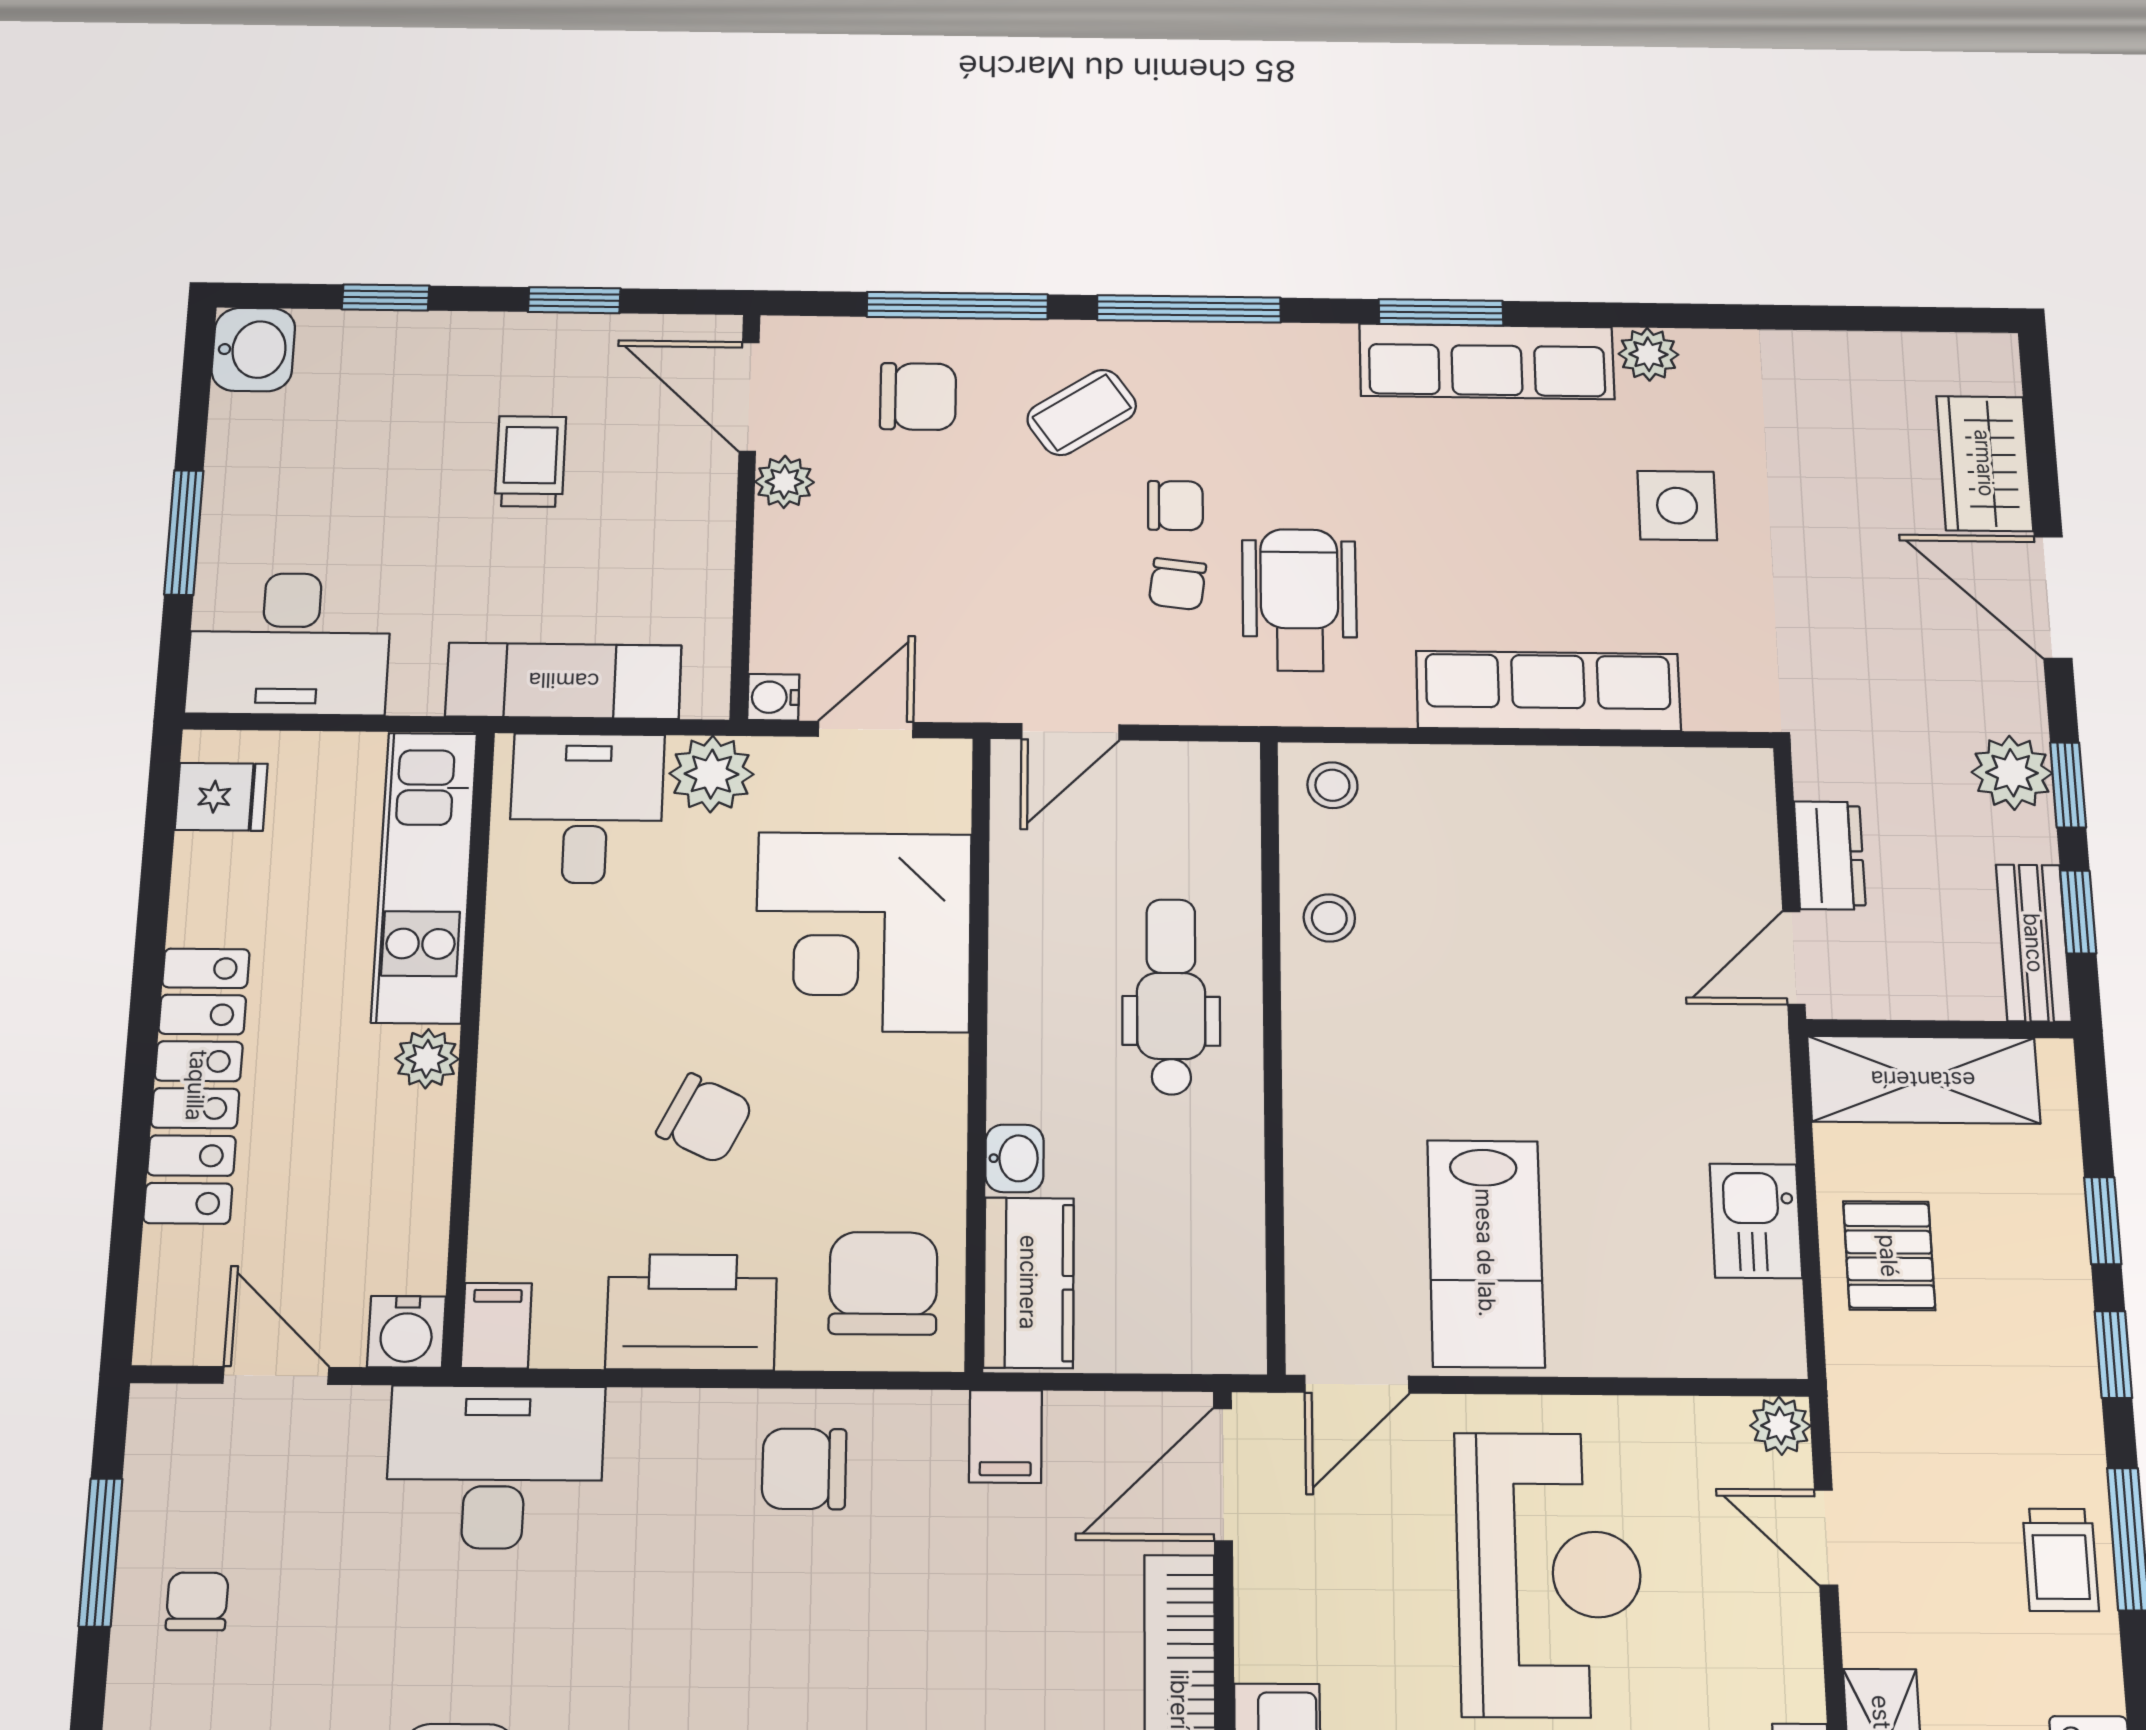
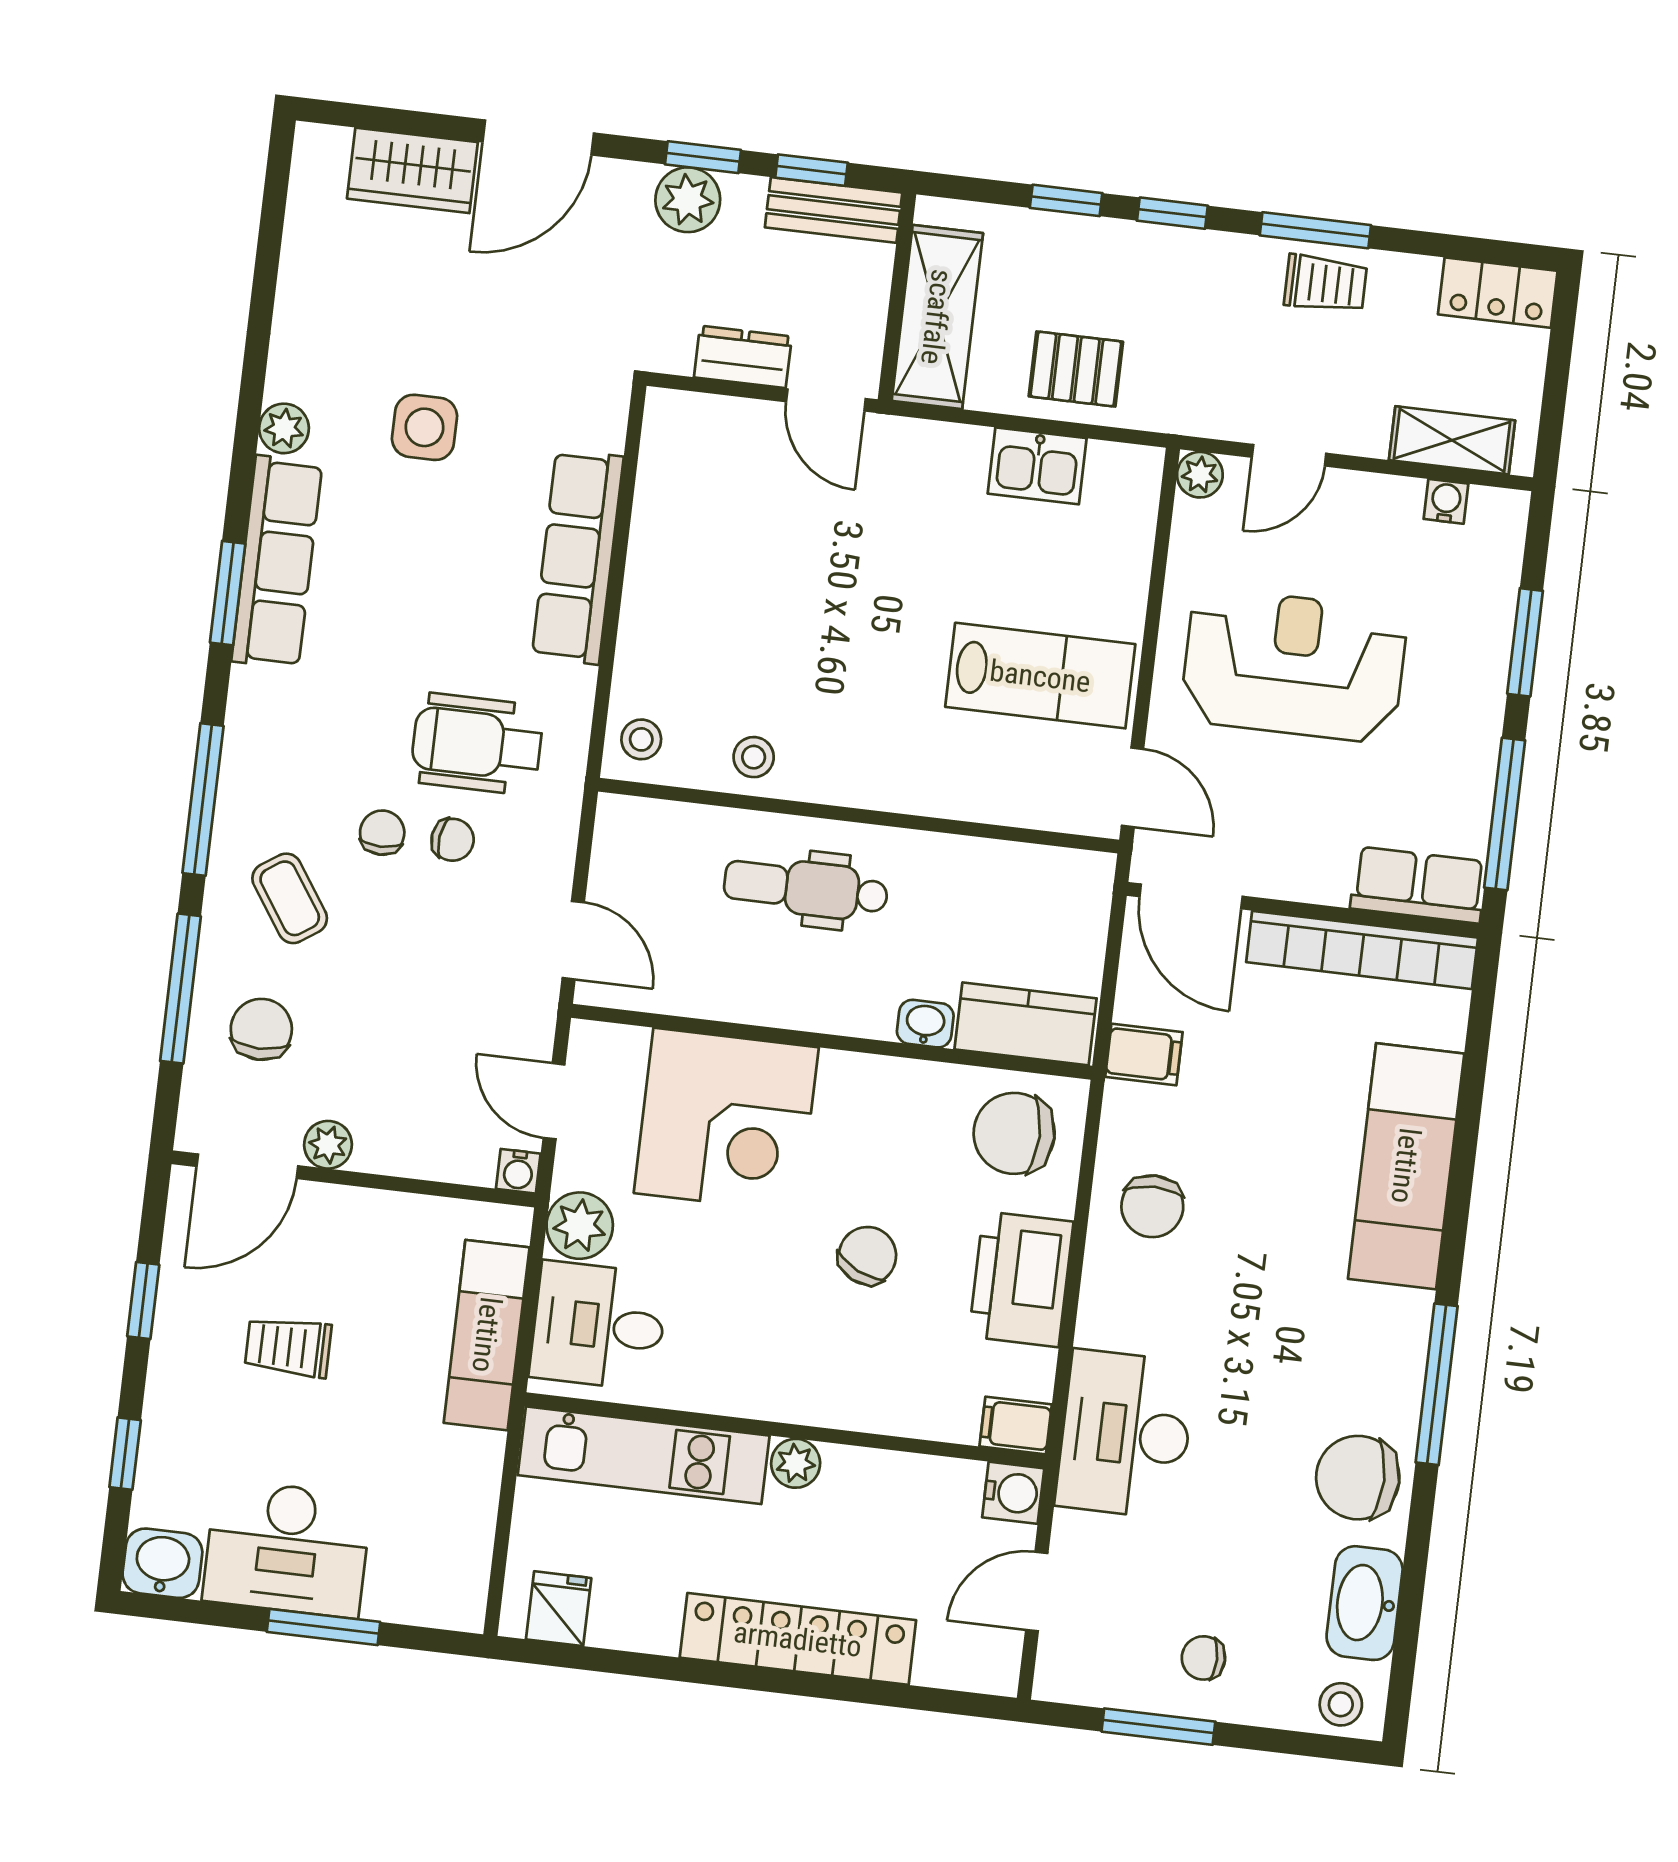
desk: (289, 644) -> (287, 1548), moved, turned 90

